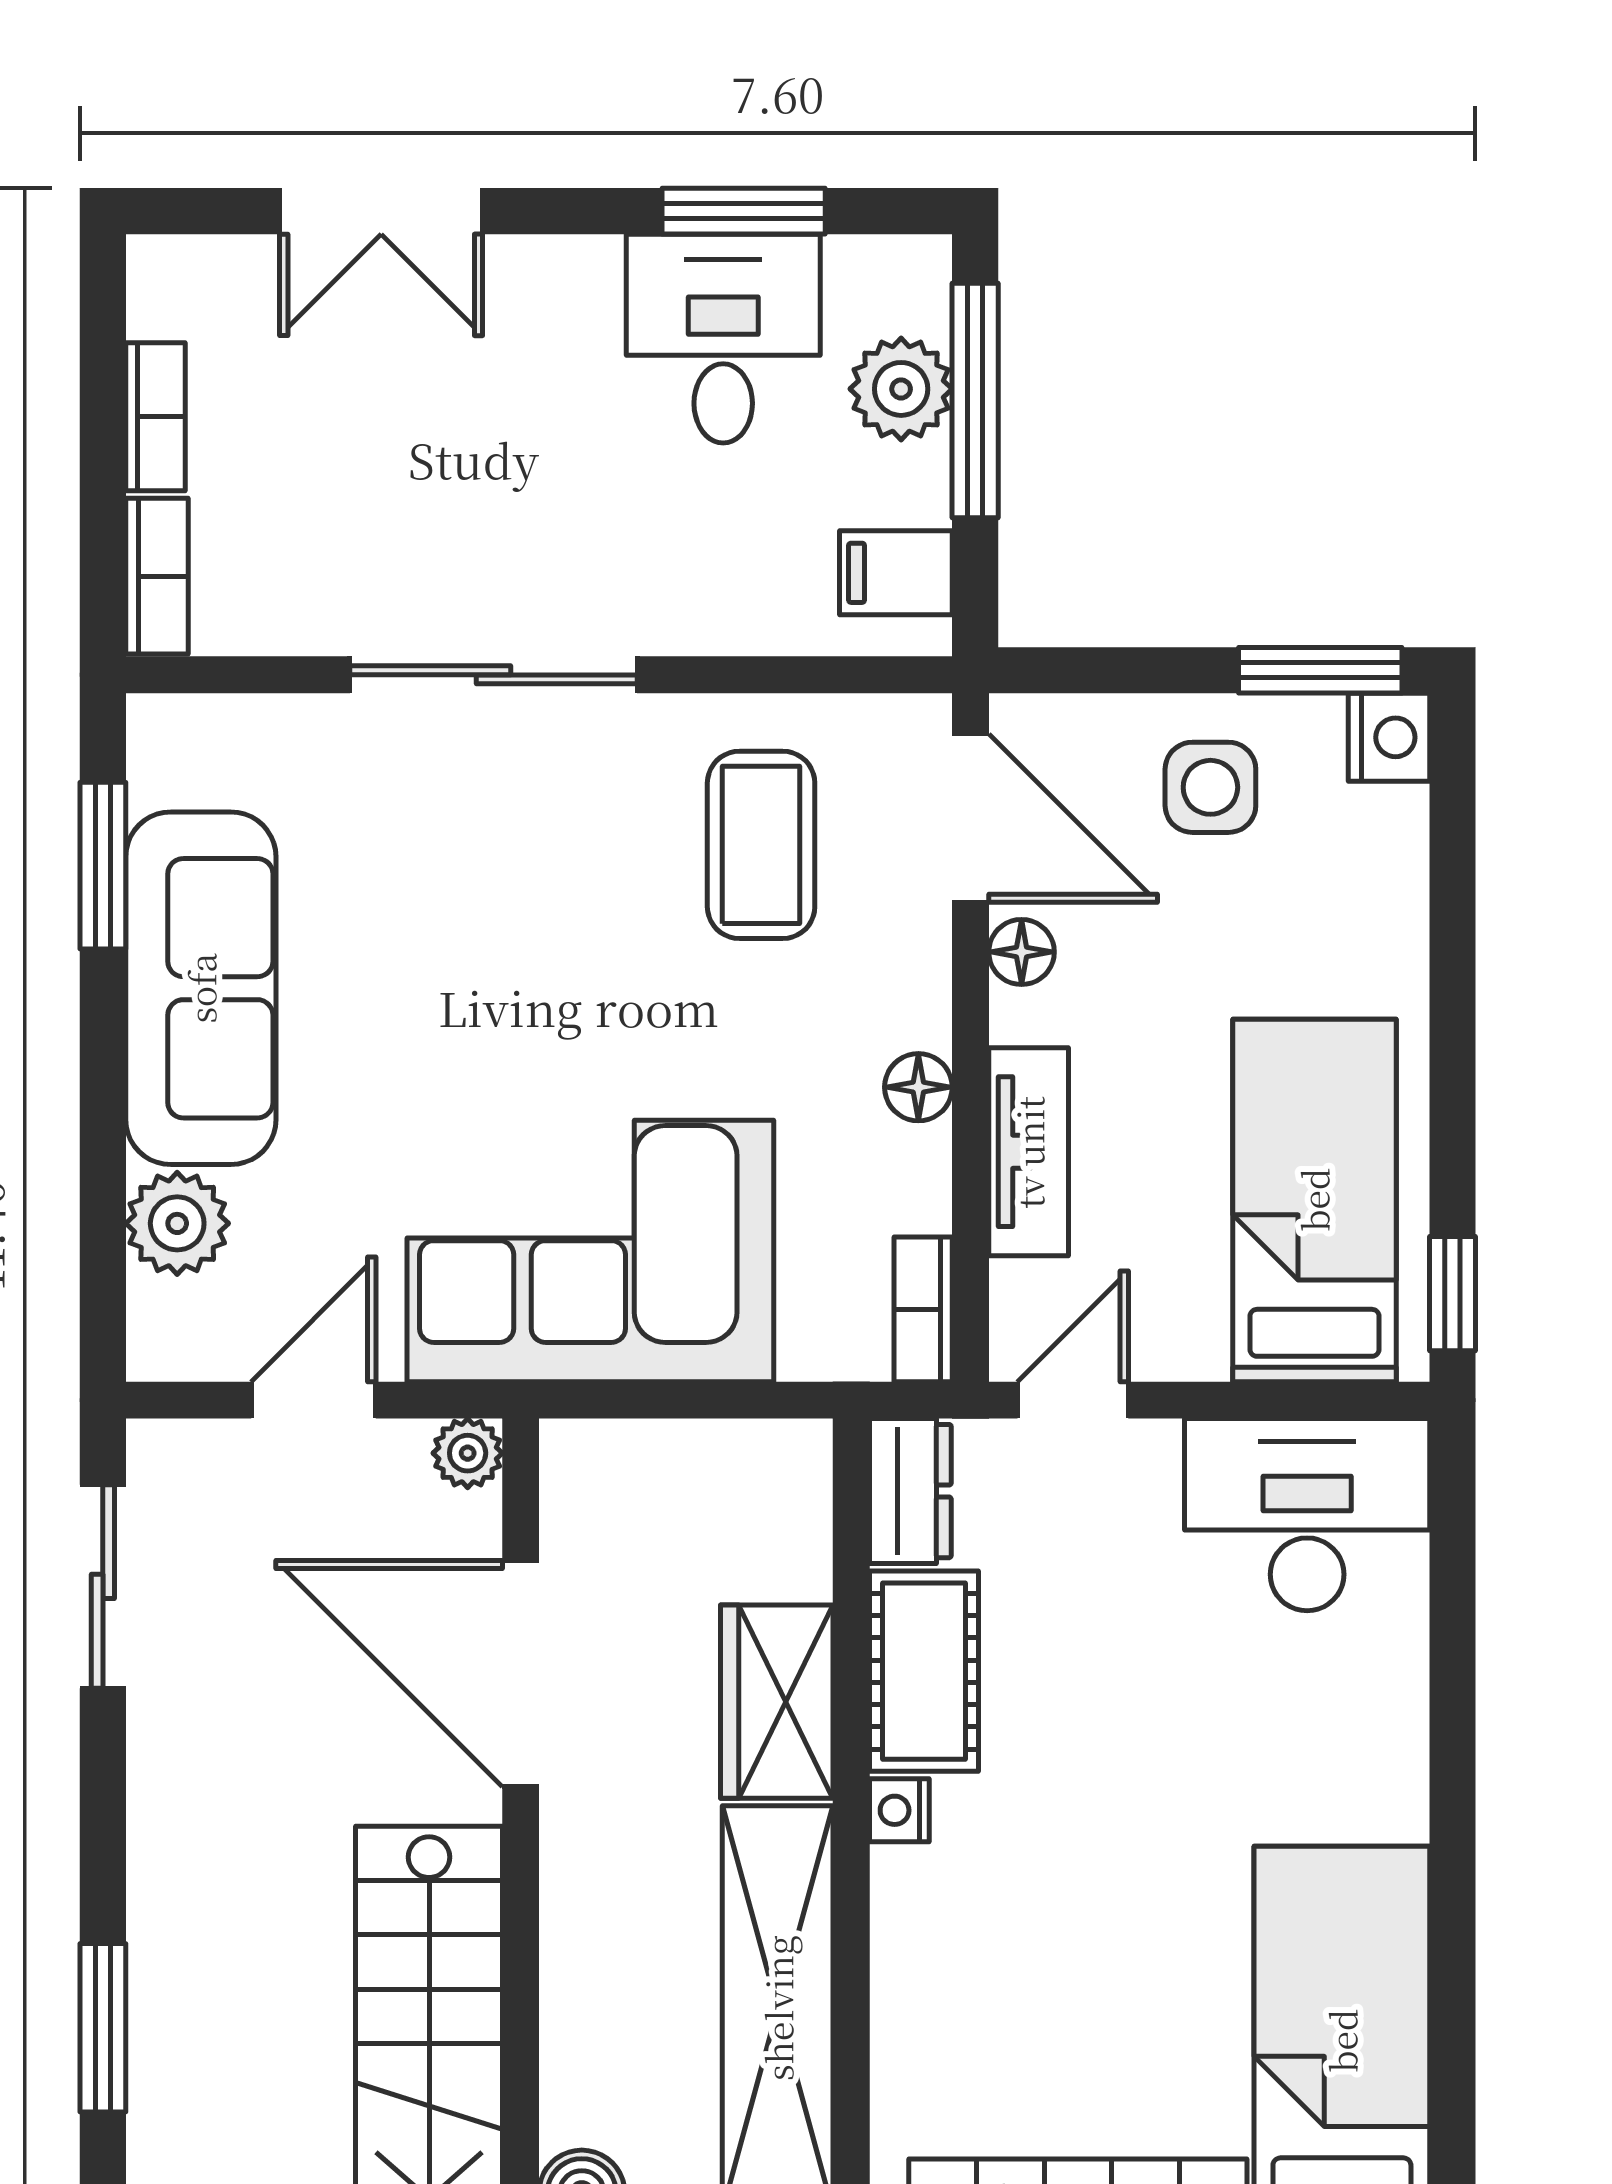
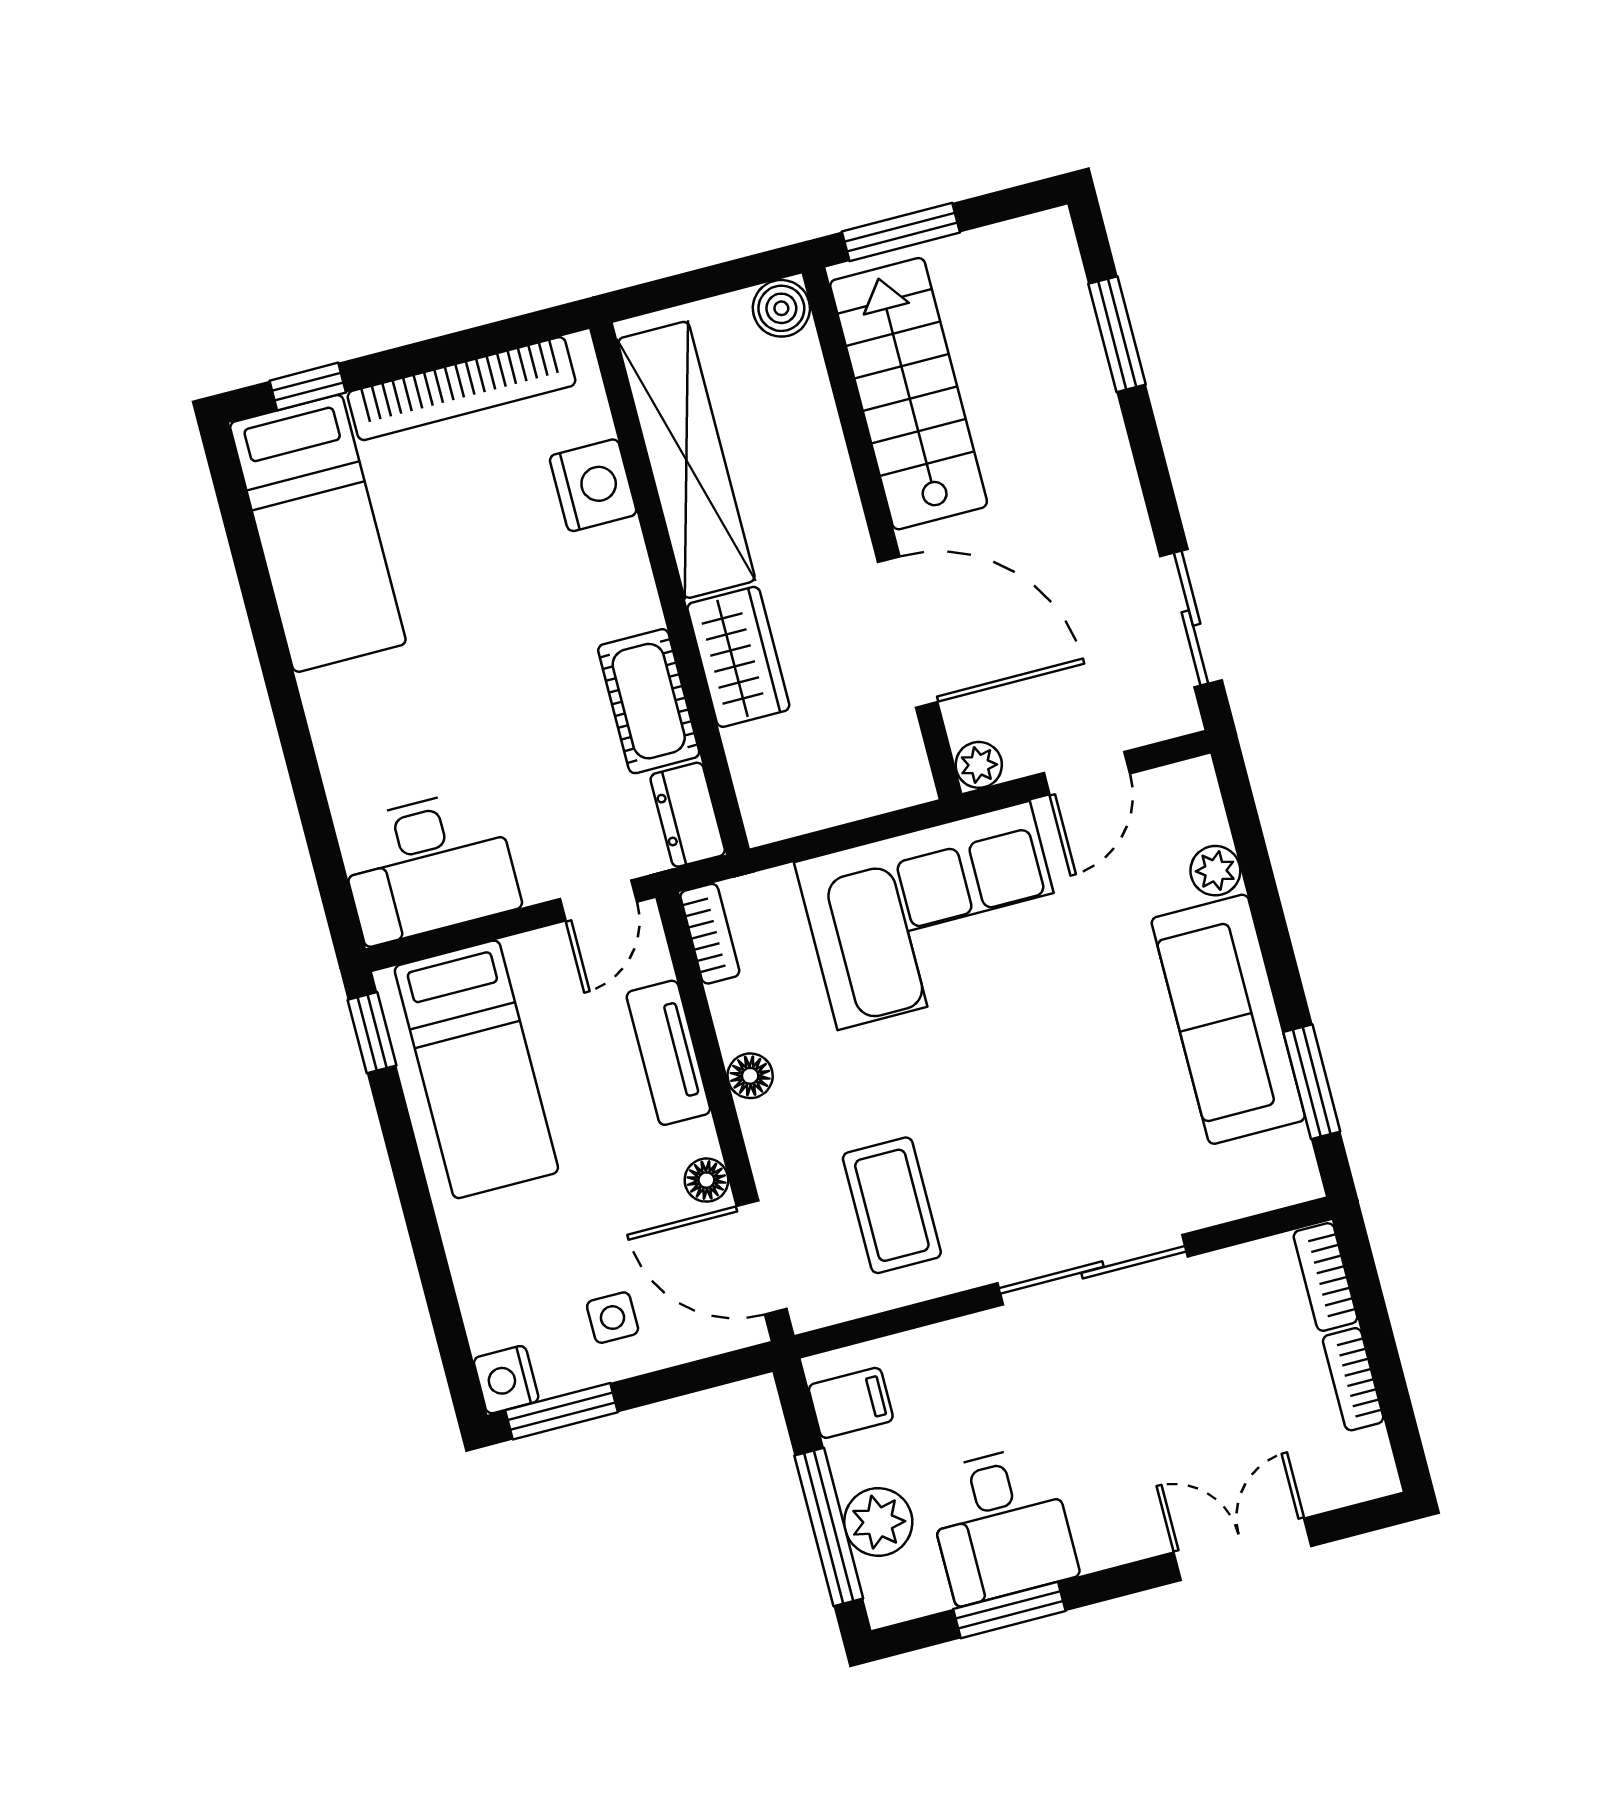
side table: (1210, 787) -> (613, 1318), width x0.73, depth x0.73
plant: (177, 1223) -> (1215, 871), width x0.73, depth x0.73
nightstand: (899, 1810) -> (593, 485), moved, width x1.89, depth x1.79

